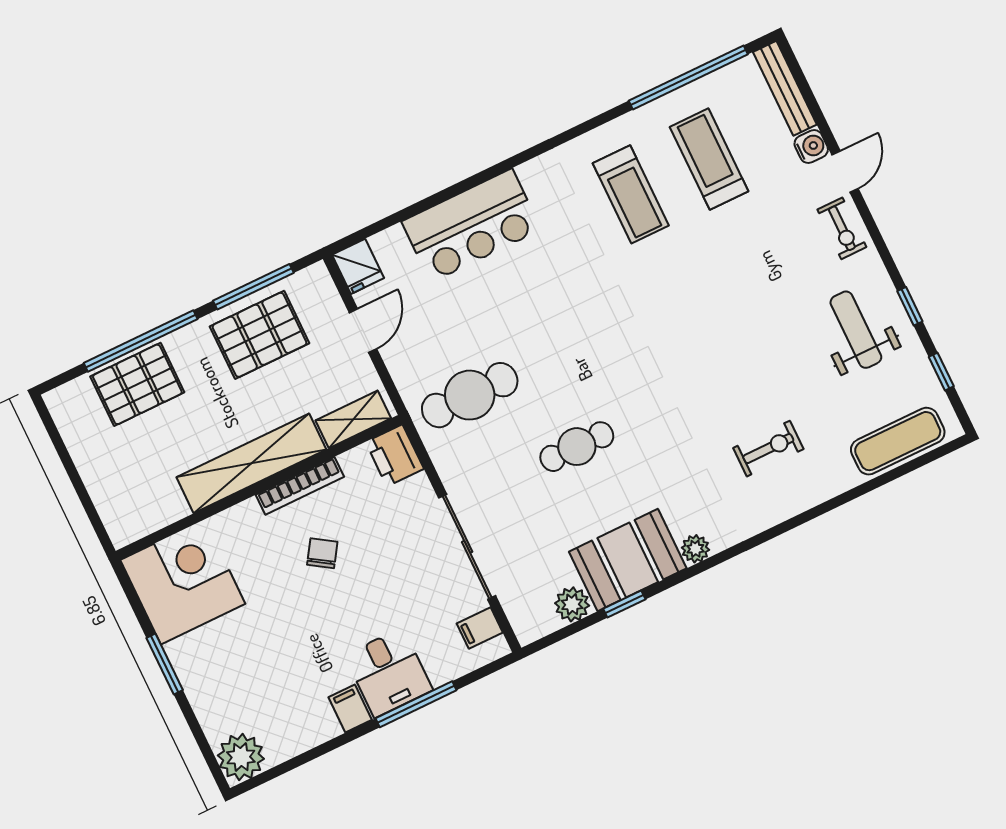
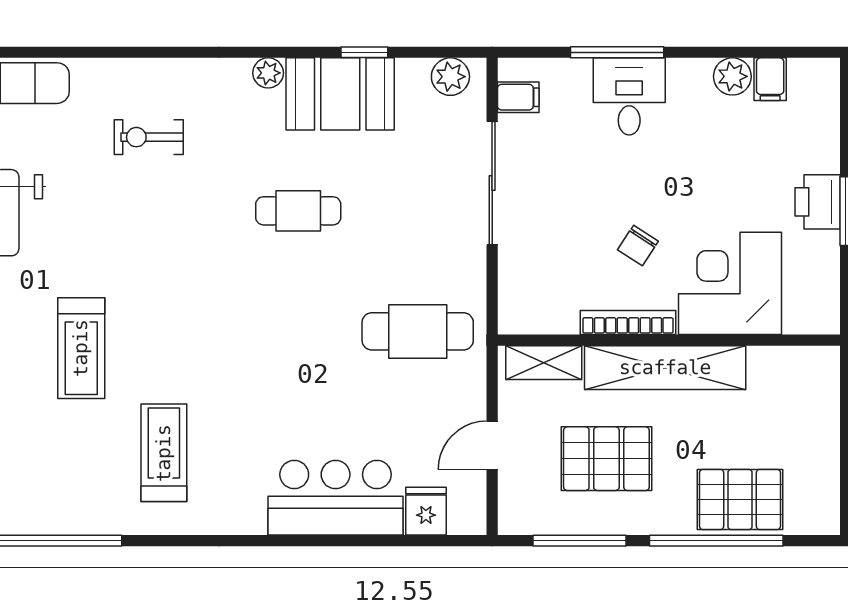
treadmill: (709, 159) -> (81, 348), moved
fridge: (358, 266) -> (426, 511), moved
pallet: (260, 335) -> (606, 459), moved
cafe table: (577, 447) -> (298, 211), moved
printer: (395, 455) -> (818, 202), moved, turned 180
corner desk: (183, 582) -> (730, 283), moved, turned 90
plant: (572, 604) -> (450, 77), moved
filing cabinet: (350, 709) -> (770, 79), moved
plant: (241, 757) -> (732, 76), moved, width x0.73, depth x0.73

